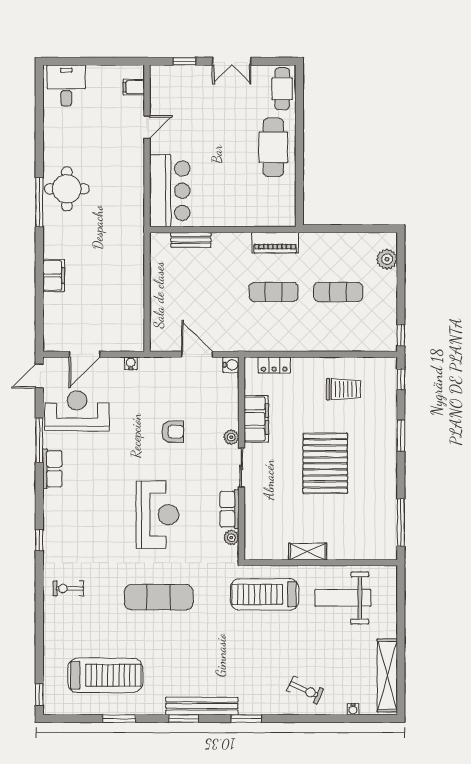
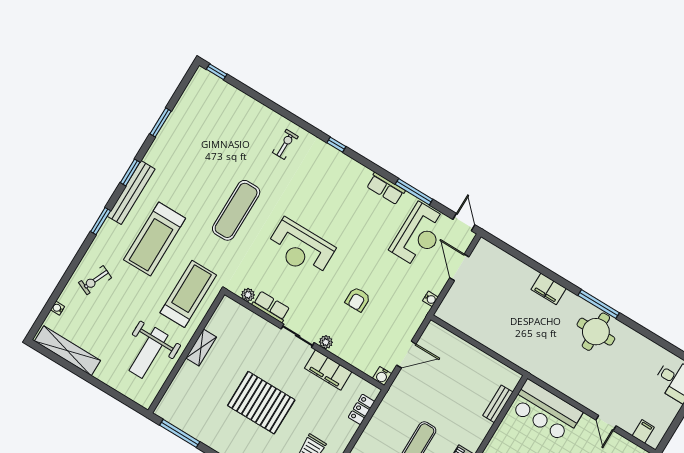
filing cabinet: (54, 275) -> (549, 289), moved
weight bench: (343, 598) -> (149, 353), turned 180
treadmill: (105, 675) -> (155, 239), moved

